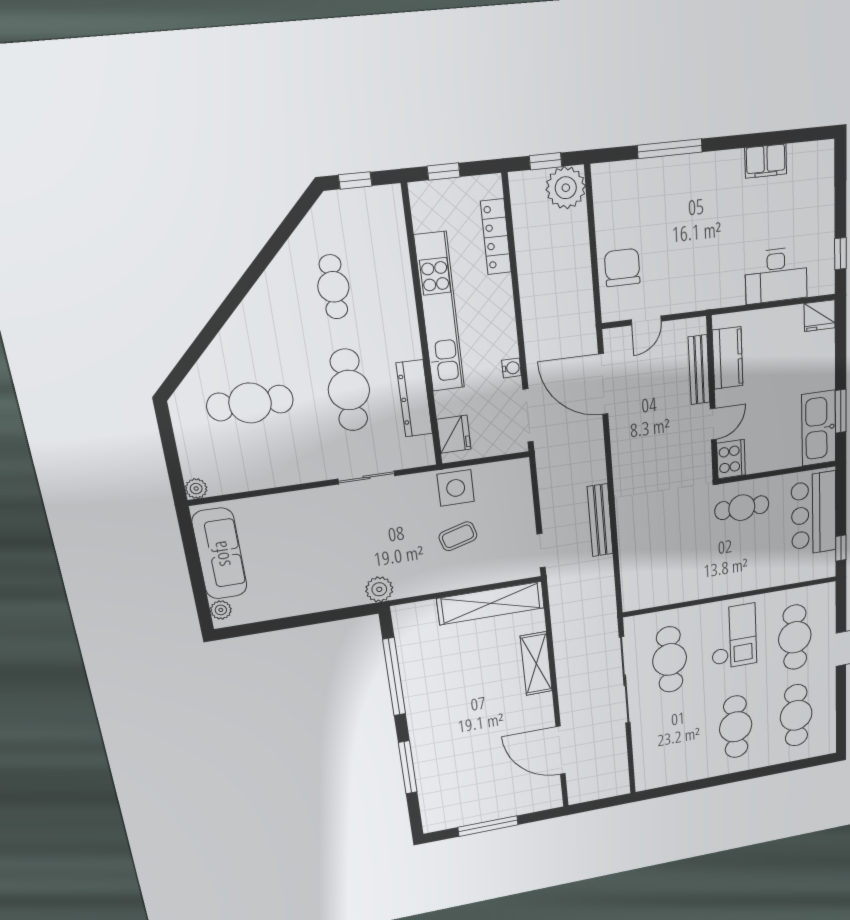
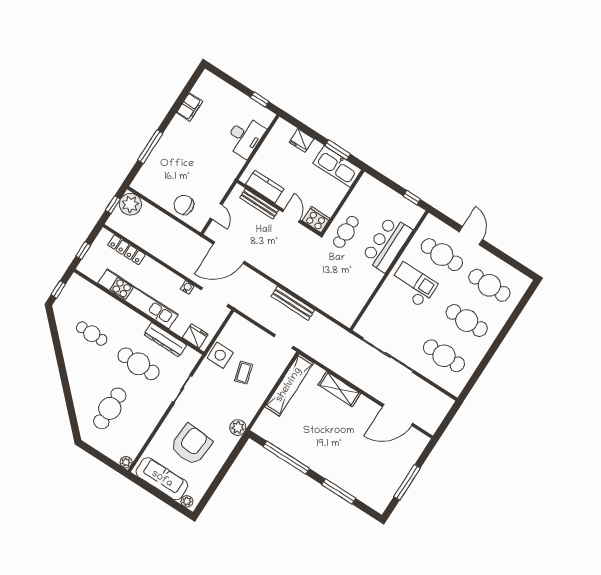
fridge: (820, 316) -> (301, 140), moved, turned 90
bar counter: (814, 514) -> (387, 244), moved, turned 90
armchair: (302, 552) -> (191, 445), added
cafe table: (670, 660) -> (444, 356), moved

